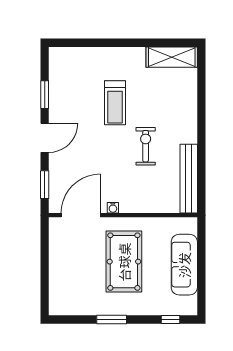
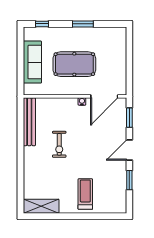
treadmill: (115, 103) -> (85, 194), moved
pool table: (124, 262) -> (74, 64), turned 90

